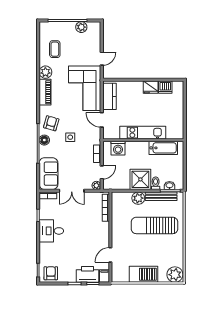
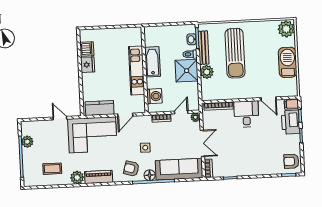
bathtub: (163, 148) -> (152, 62), moved
door: (102, 172) -> (181, 112), hinge flipped
sofa: (48, 174) -> (179, 169), width x1.36
desk: (51, 231) -> (246, 114), moved, turned 180

